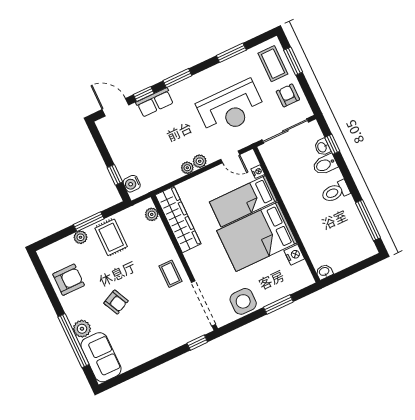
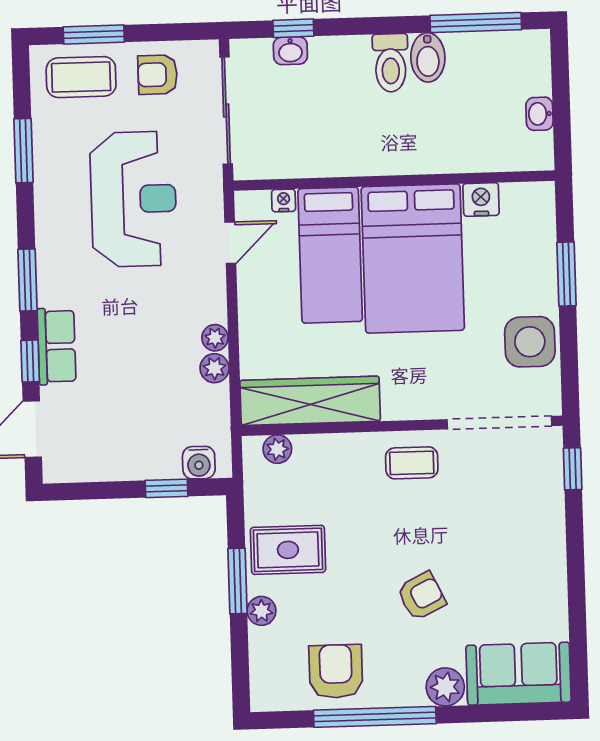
plant: (200, 161) -> (215, 368), moved
bidet: (325, 165) -> (428, 57), moved
washbasin: (324, 272) -> (539, 114), moved
window: (73, 341) -> (375, 717), moved

